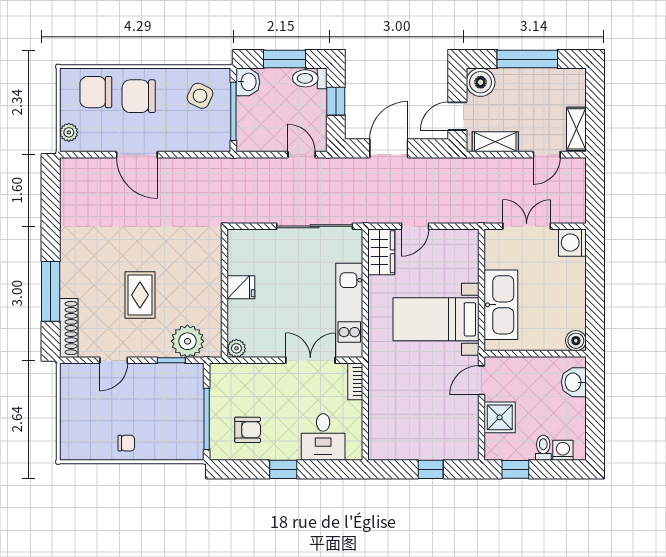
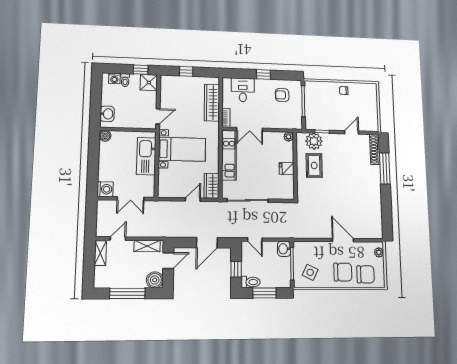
washbasin: (248, 82) -> (284, 249), moved
rug: (140, 295) -> (314, 165), moved
wardrobe: (382, 410) -> (212, 103), added
shower: (500, 417) -> (149, 82), moved

